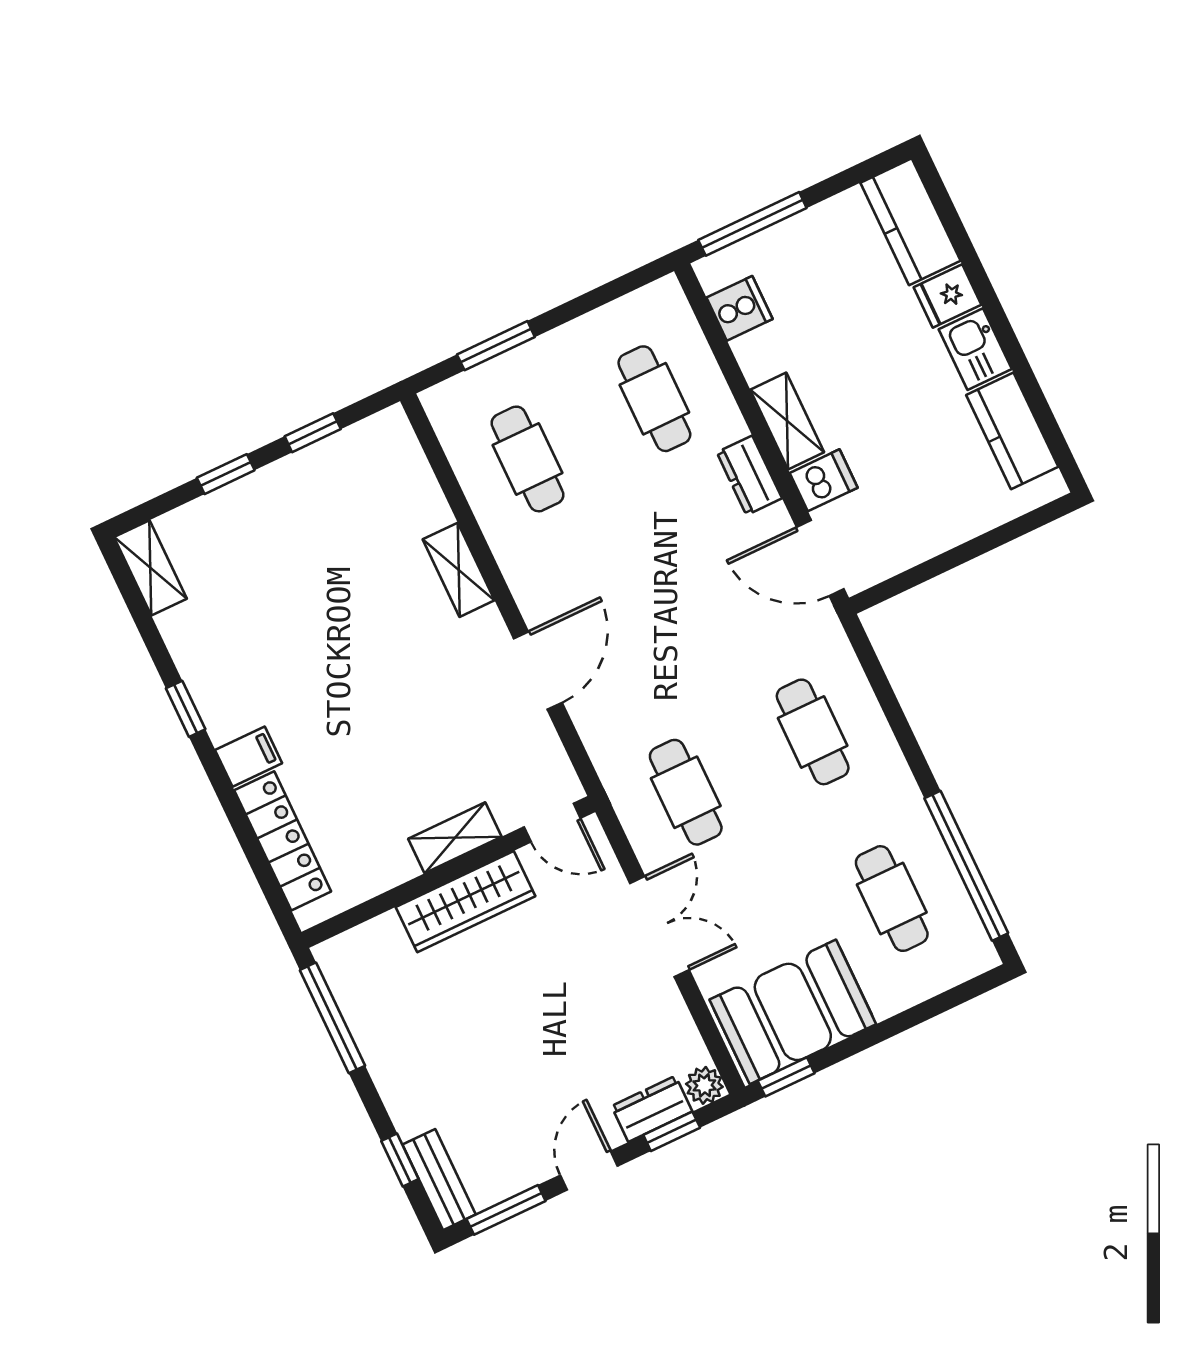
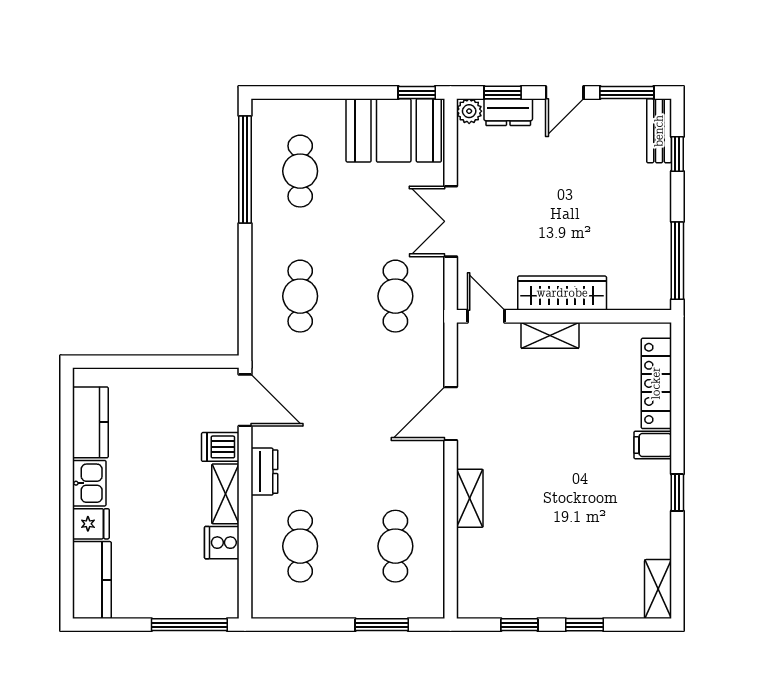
cooker: (739, 308) -> (222, 543), moved

